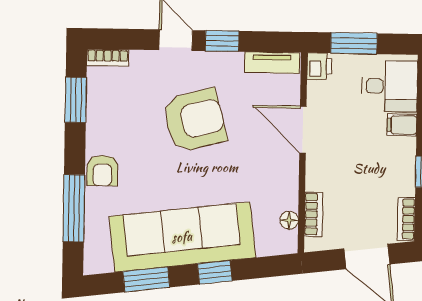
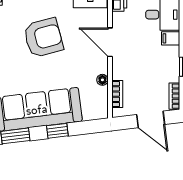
floor lamp: (289, 220) -> (102, 80), moved

